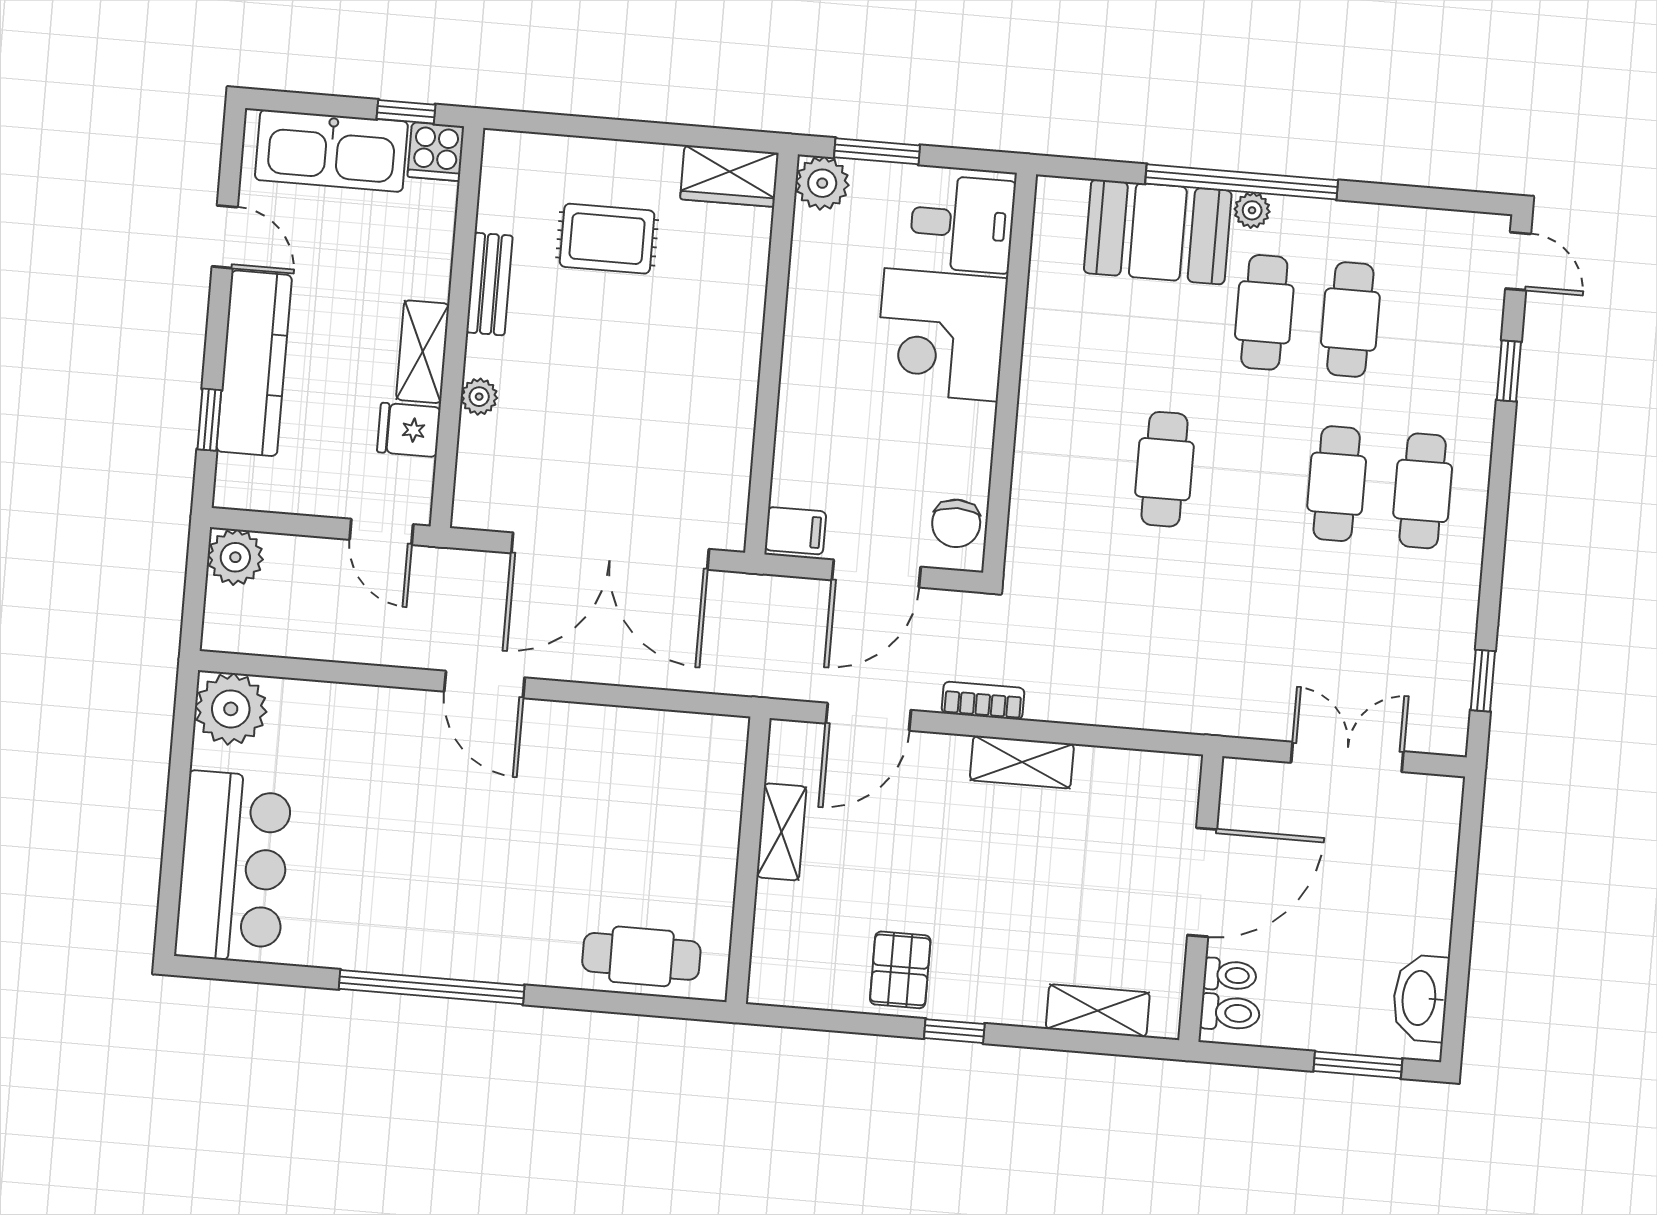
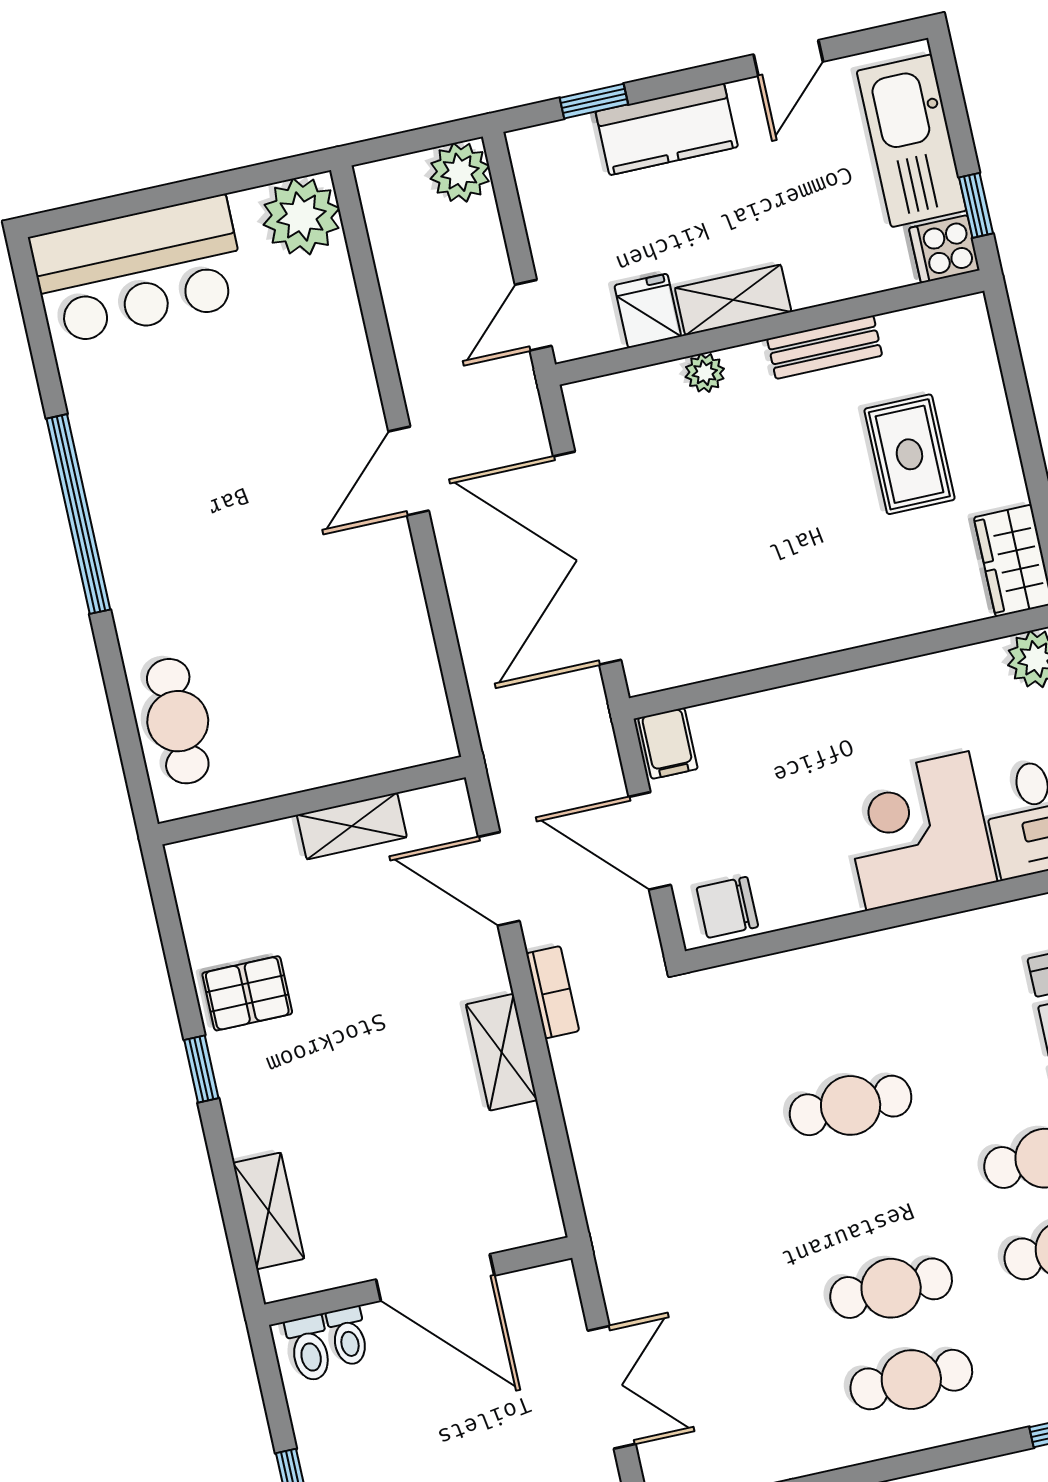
kitchen counter: (254, 363) -> (667, 129), width x0.67

